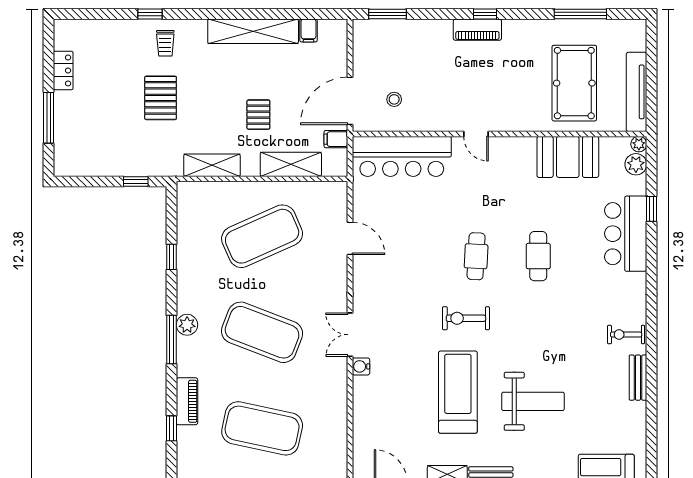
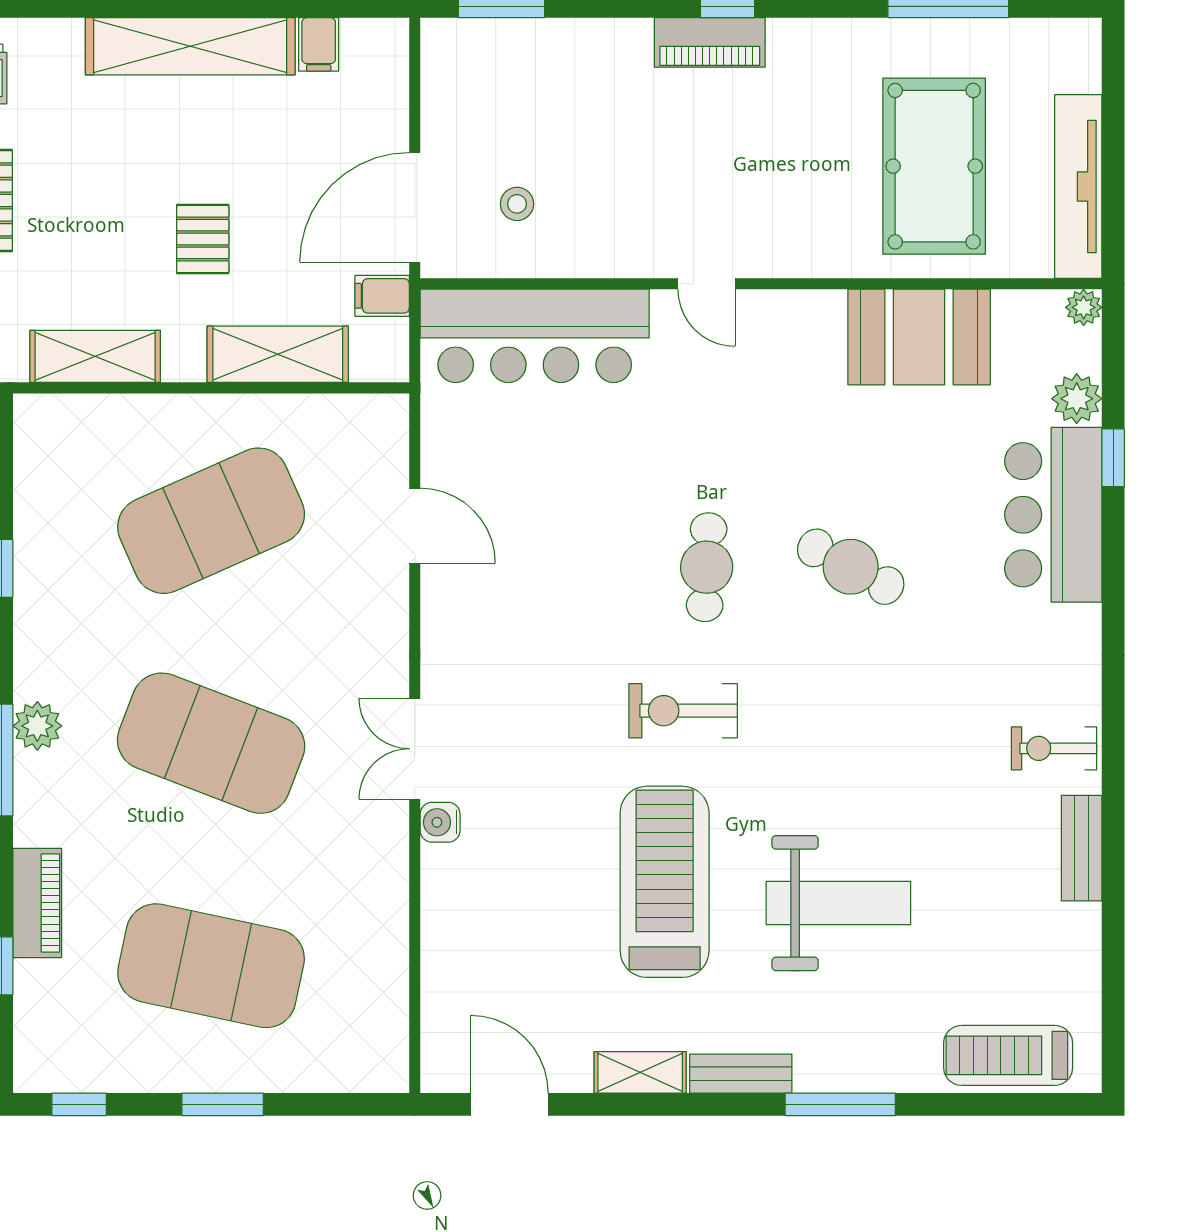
plant: (636, 164) -> (1077, 399), moved
cafe table: (538, 256) -> (851, 567), turned -62

